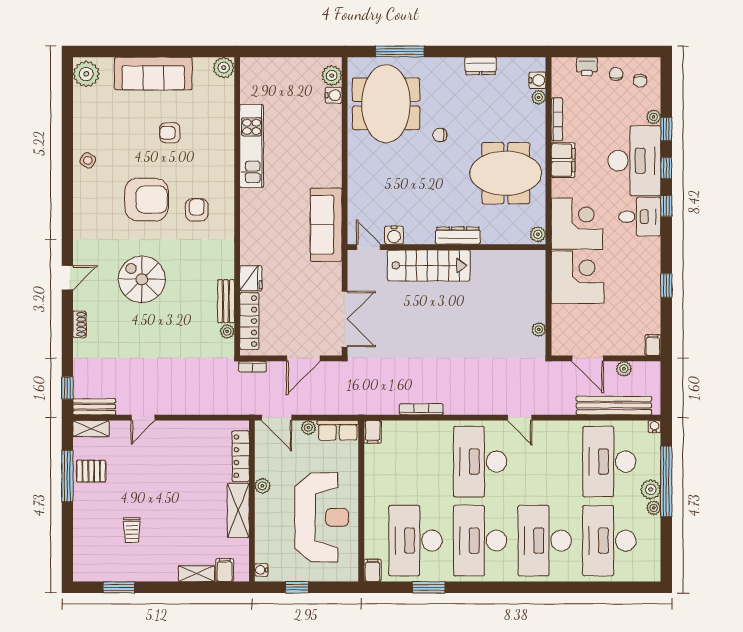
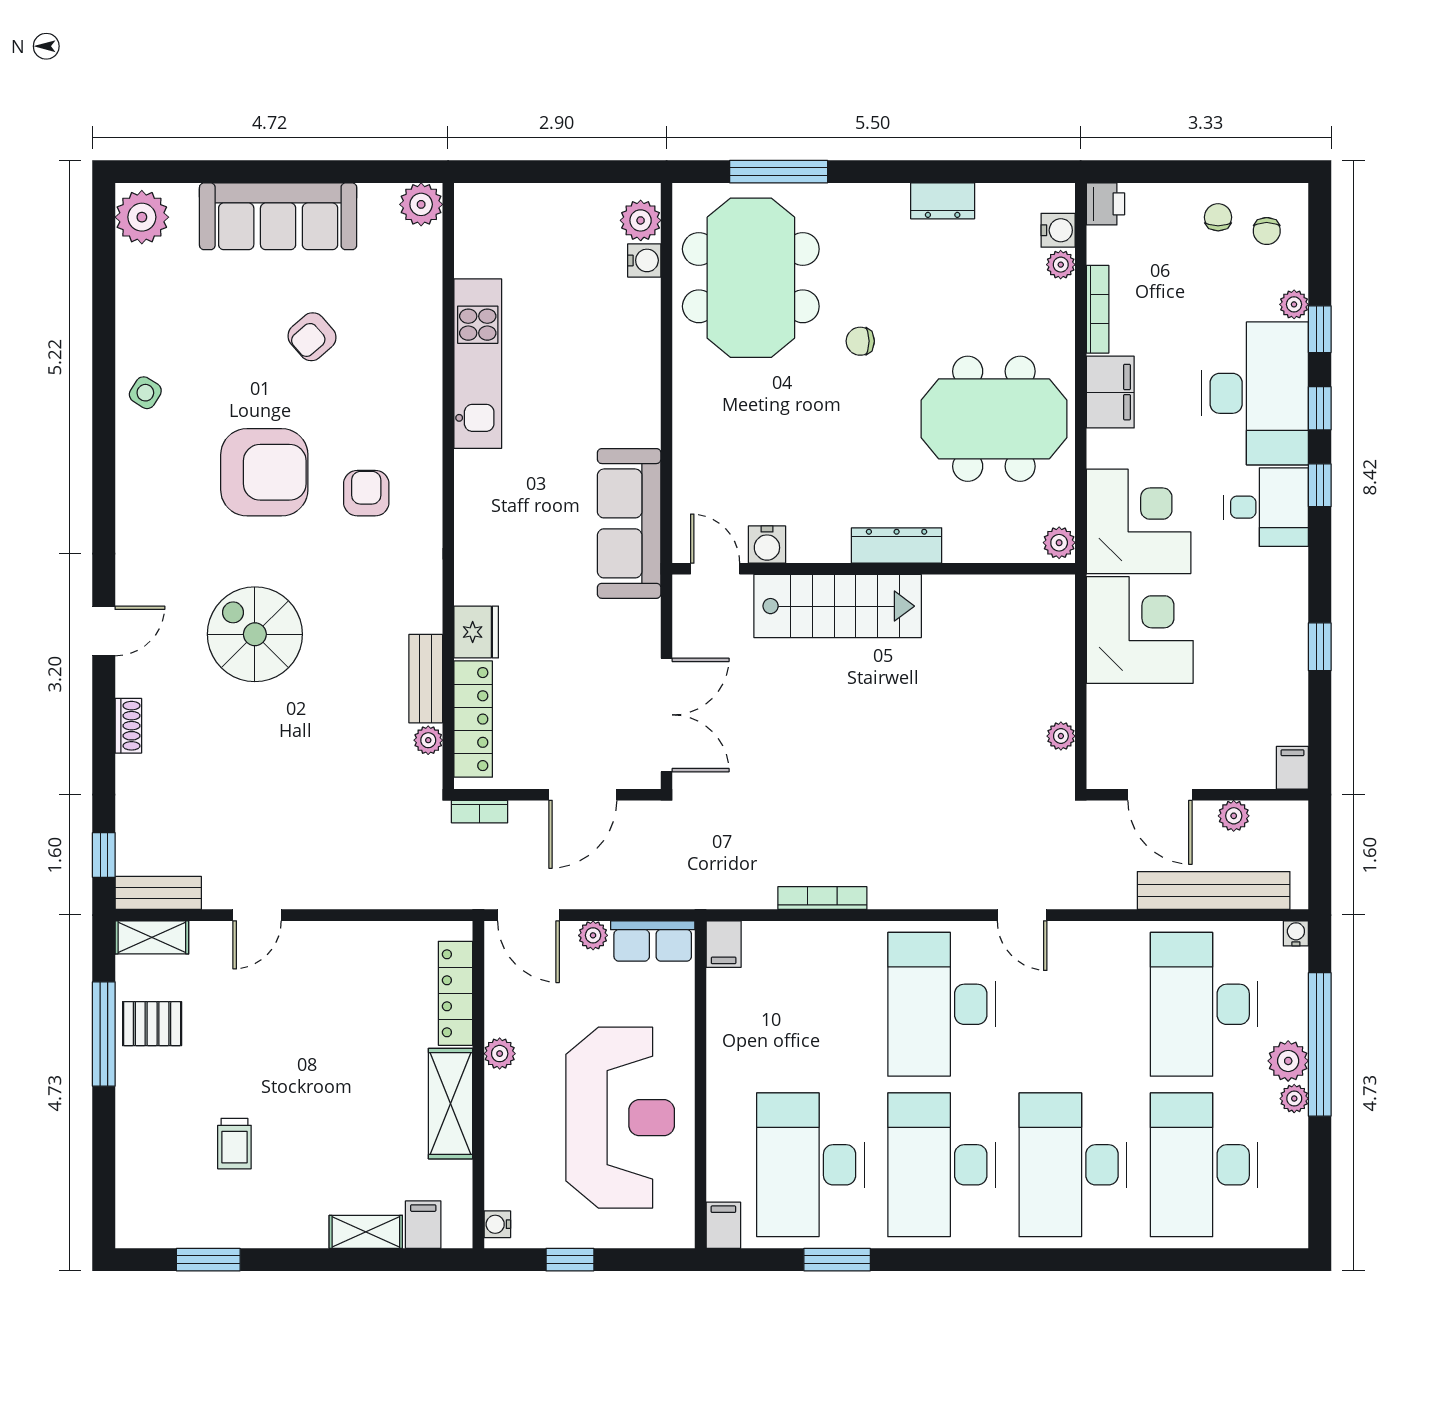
printer: (587, 66) -> (1105, 204), moved, turned -90
armchair: (170, 133) -> (312, 337), turned -41

